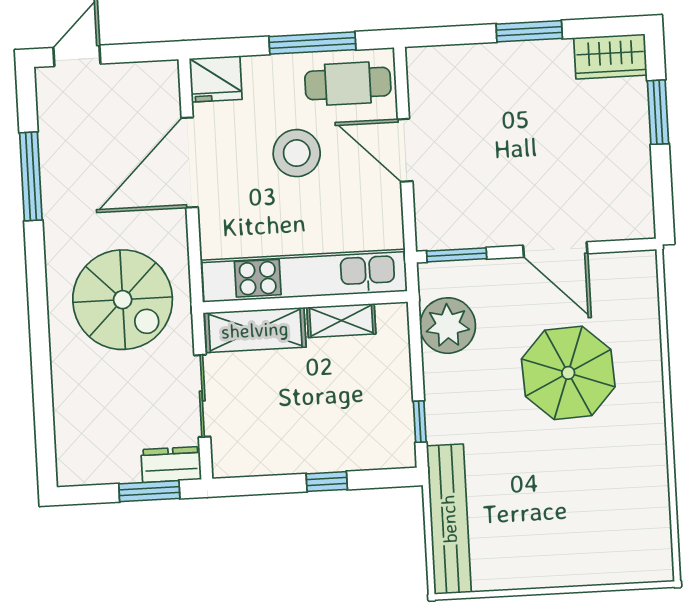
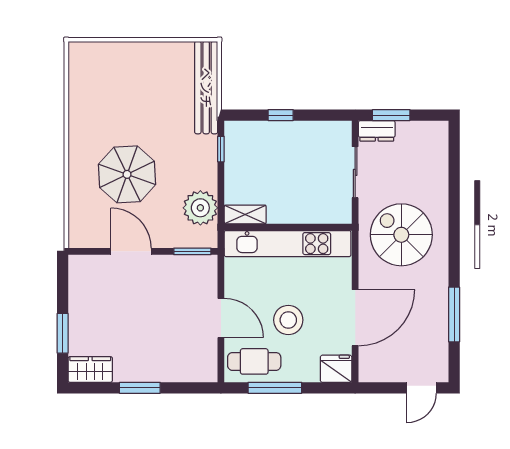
shelving: (341, 321) -> (245, 214), moved
shelving: (255, 330) -> (320, 212), removed

